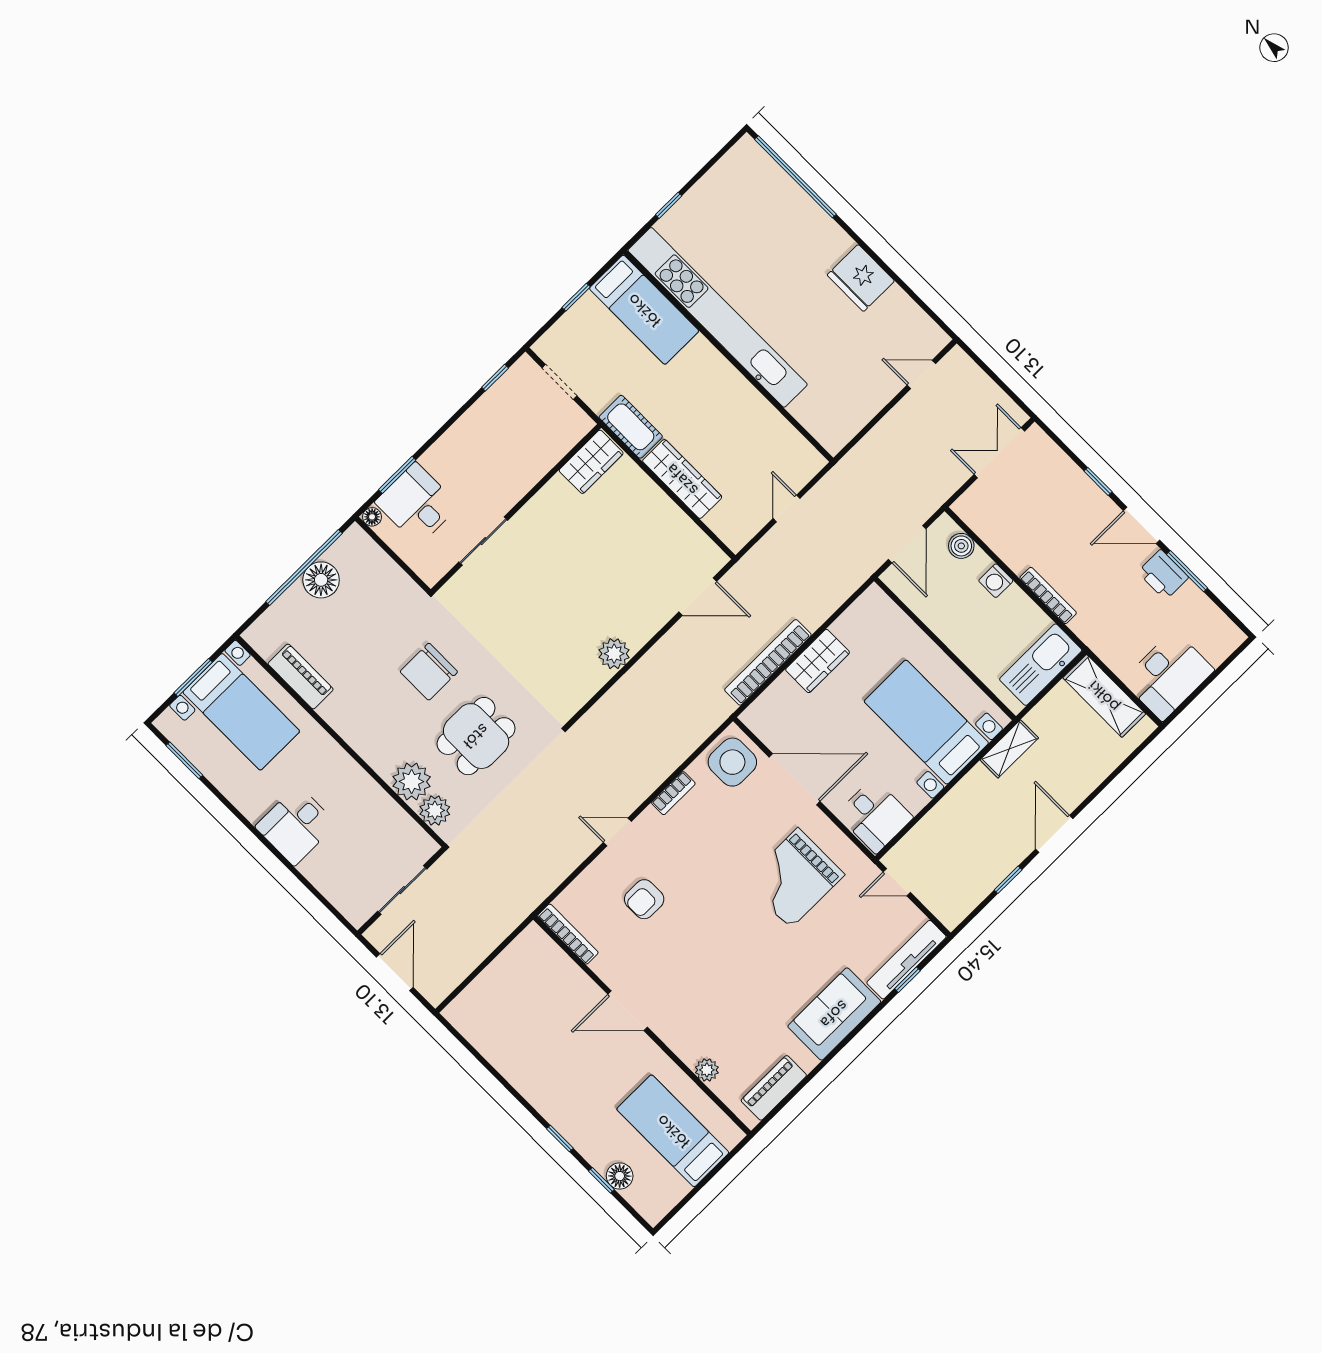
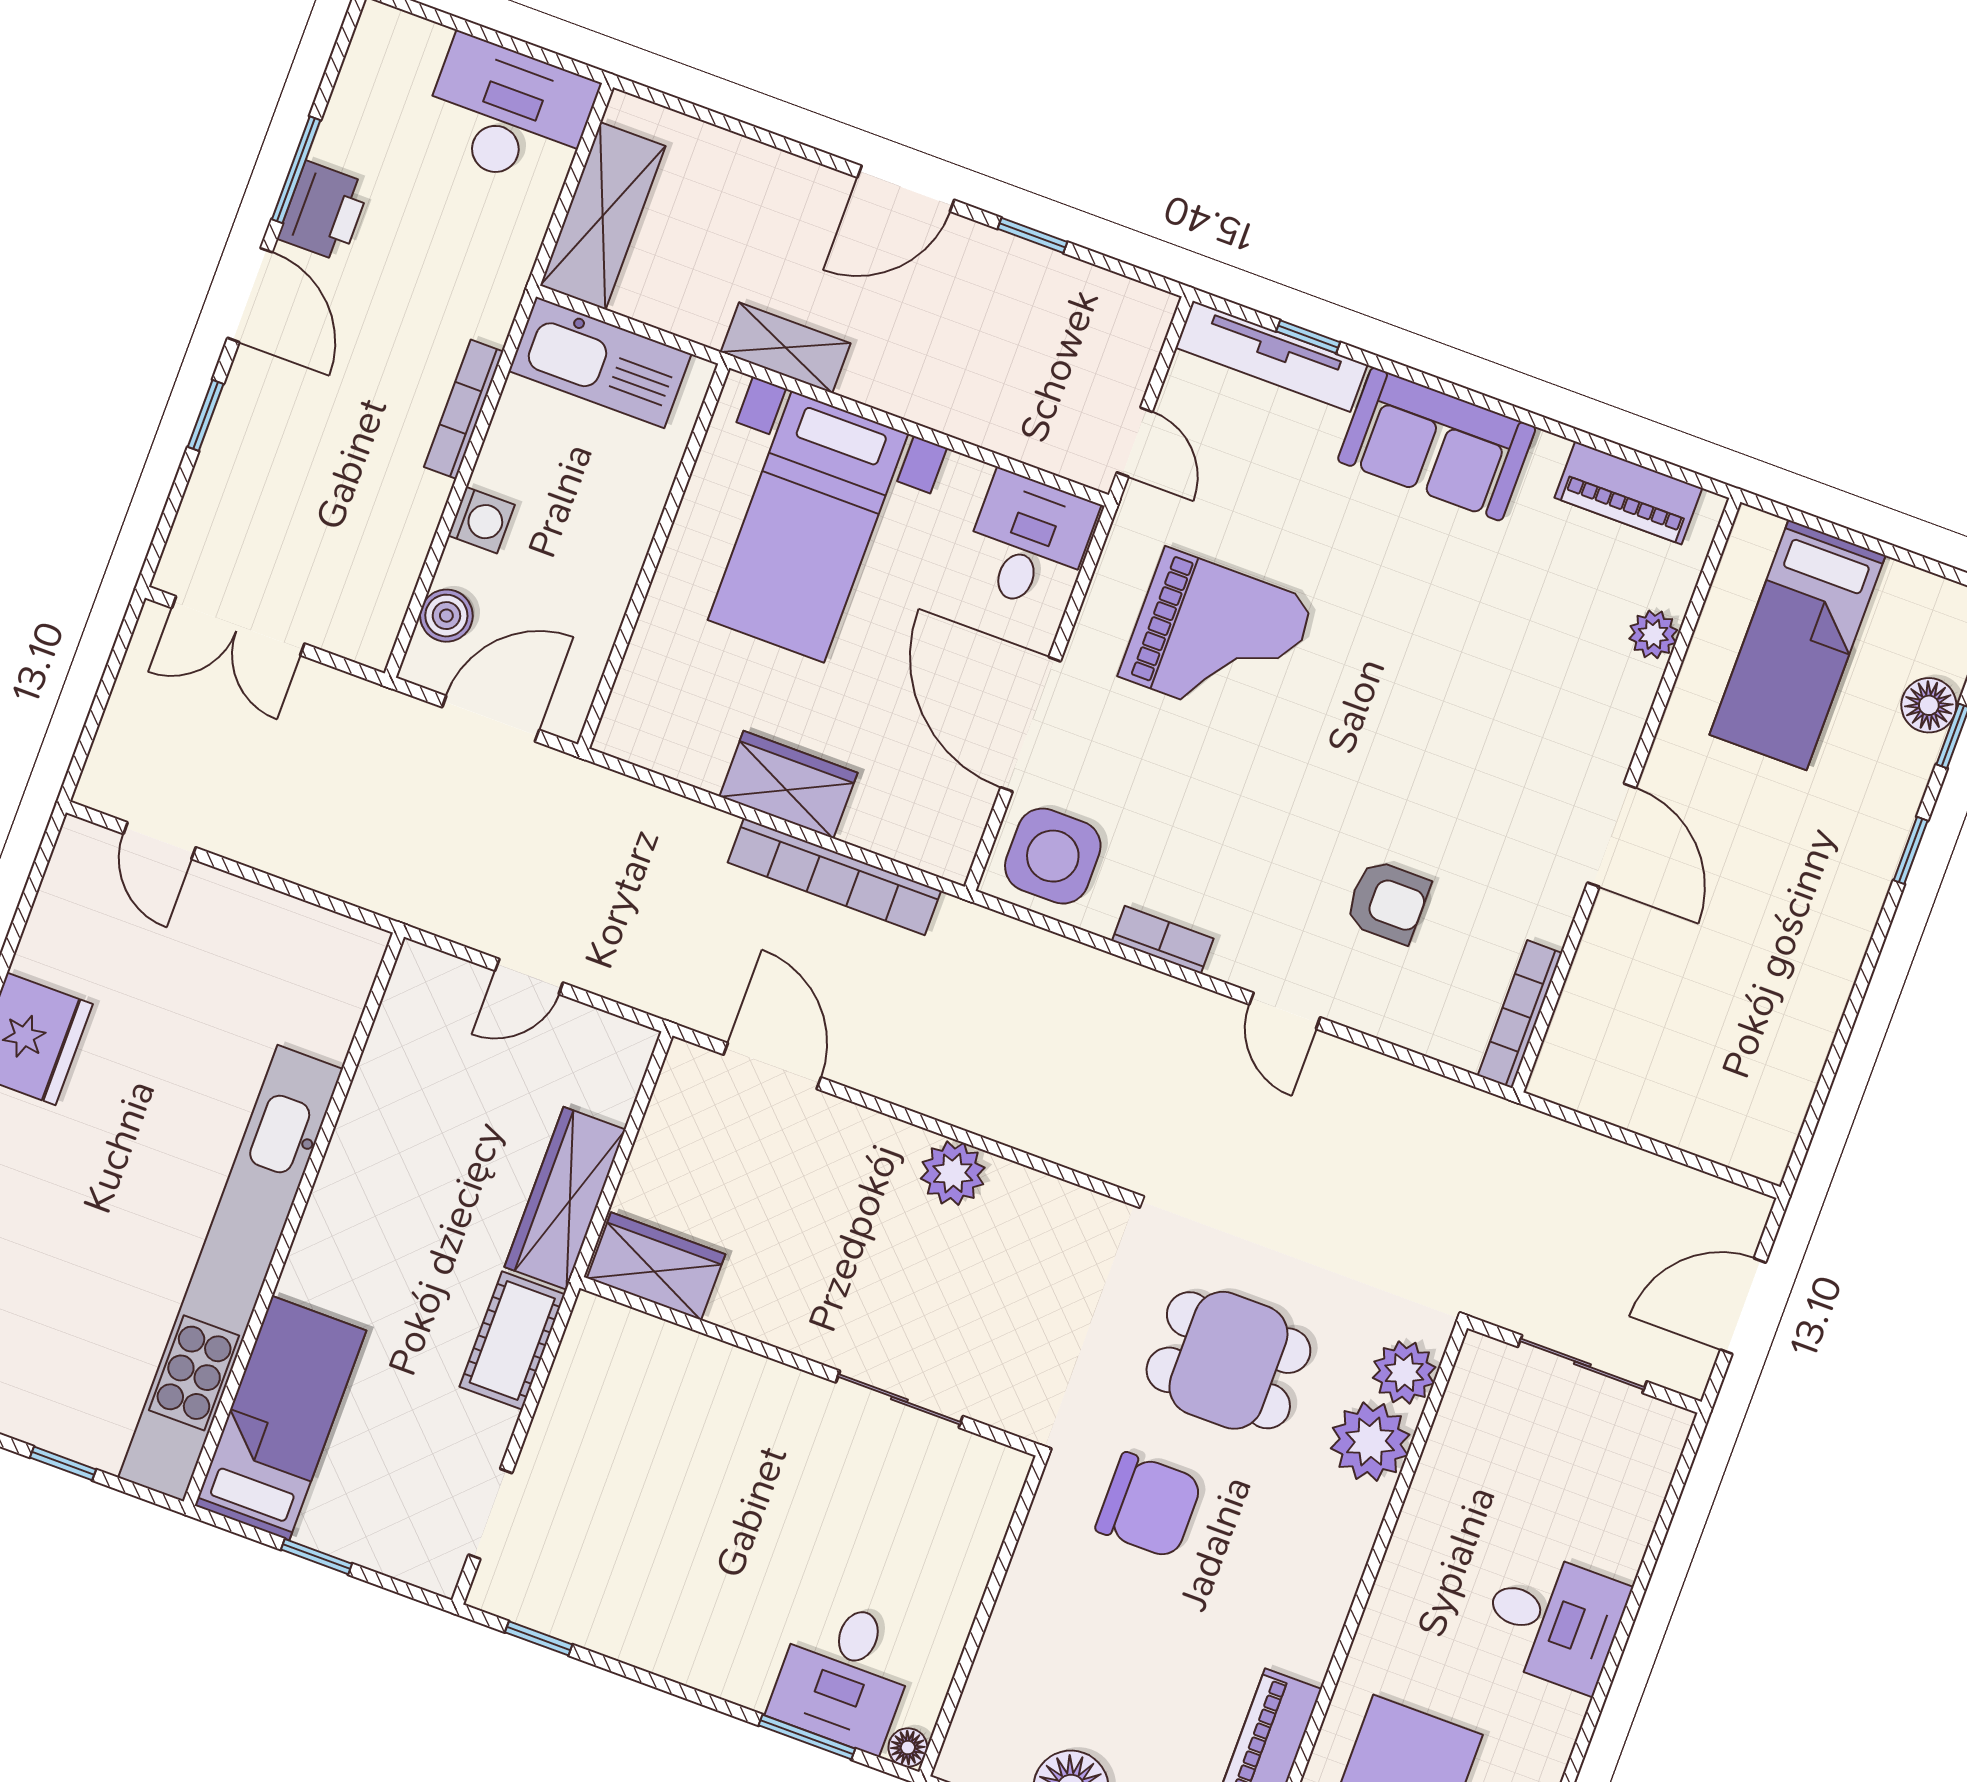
wardrobe: (591, 462) -> (656, 1266), moved
wall: (516, 509) -> (810, 1366), moved
sliding door: (483, 541) -> (899, 1399), moved

